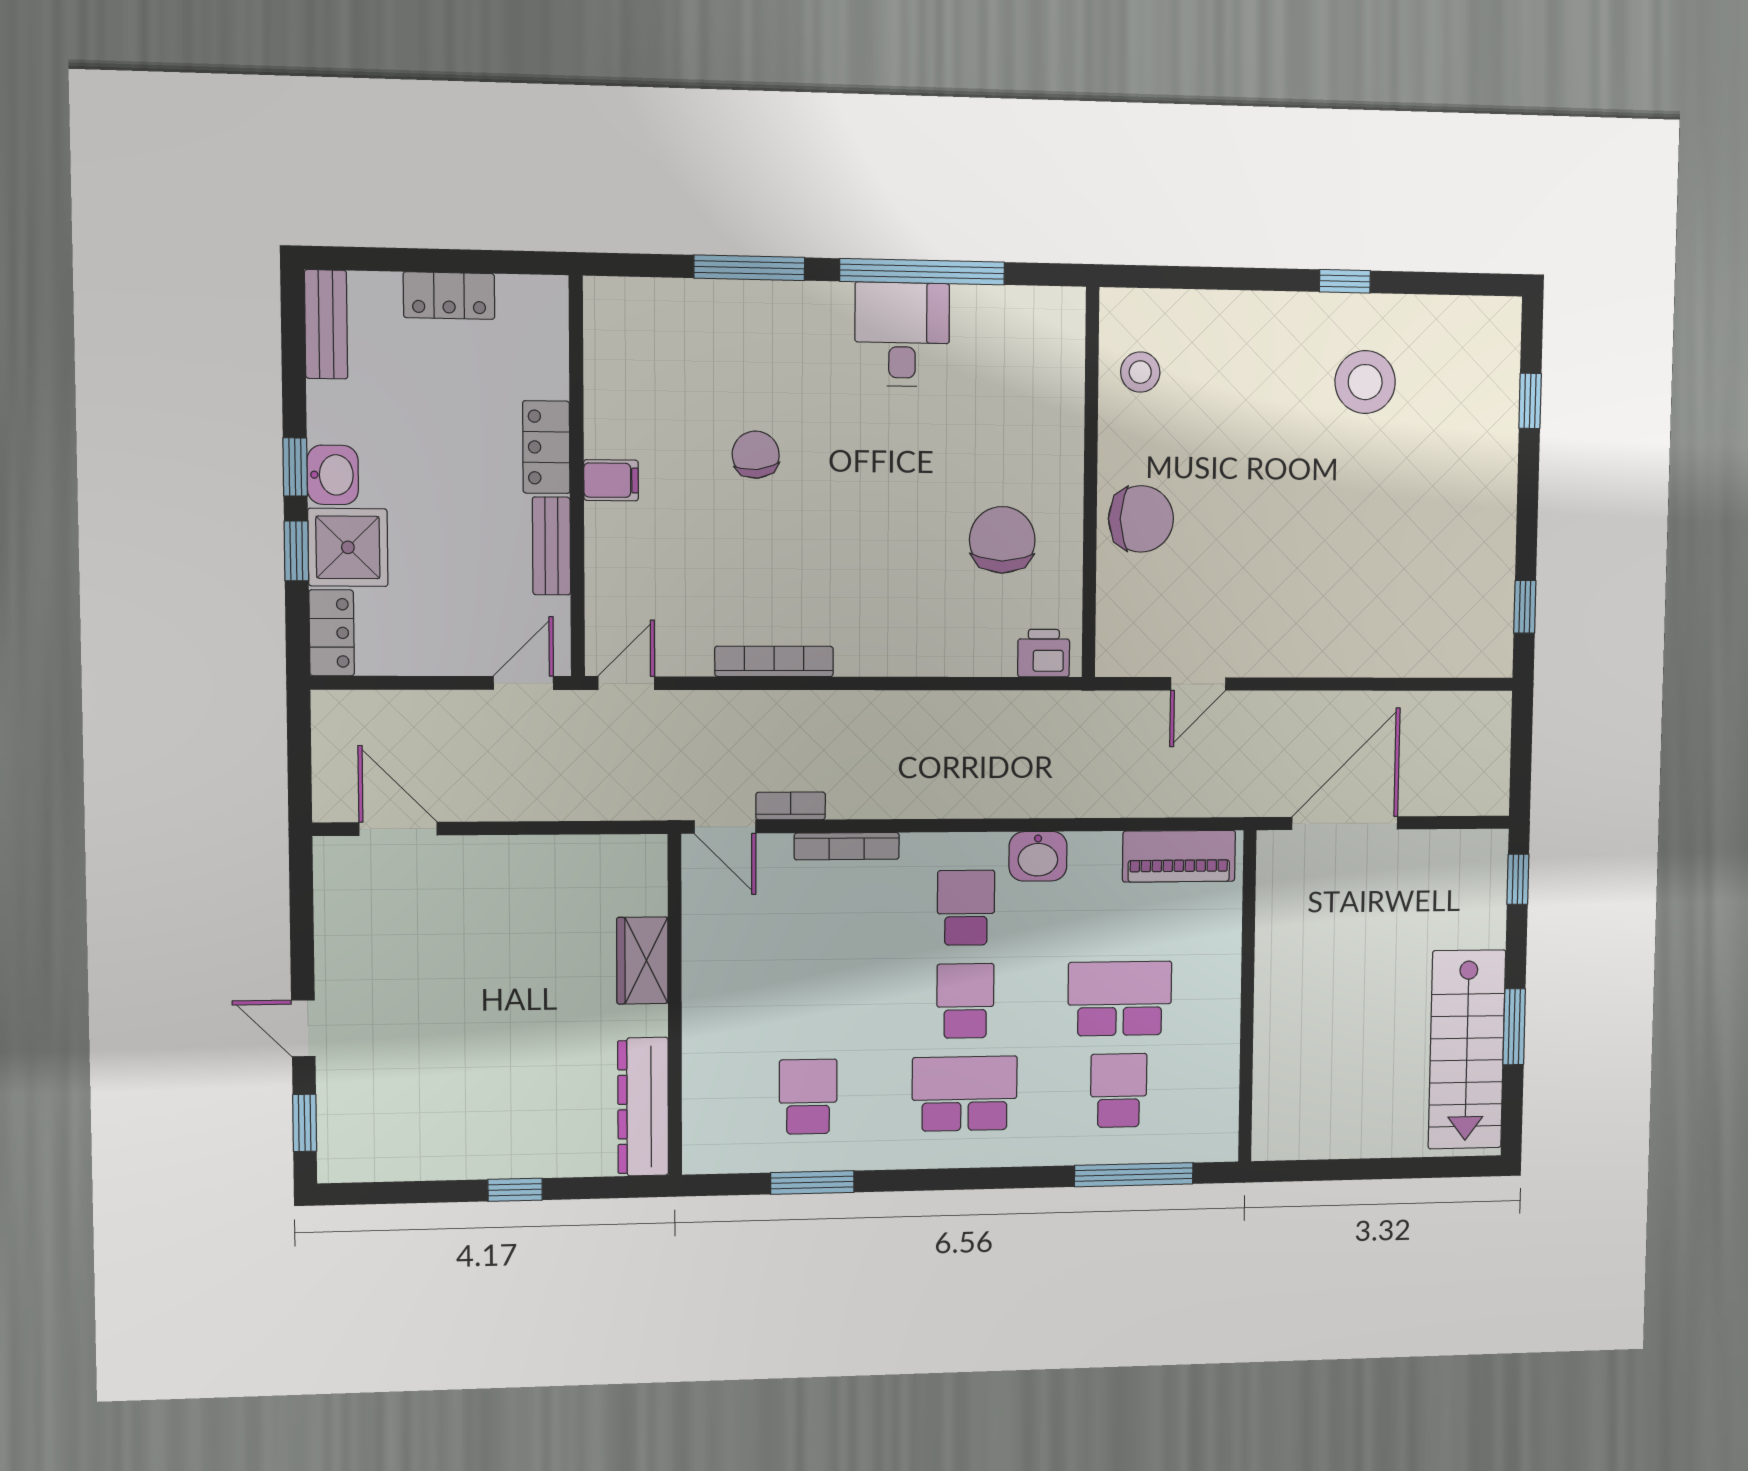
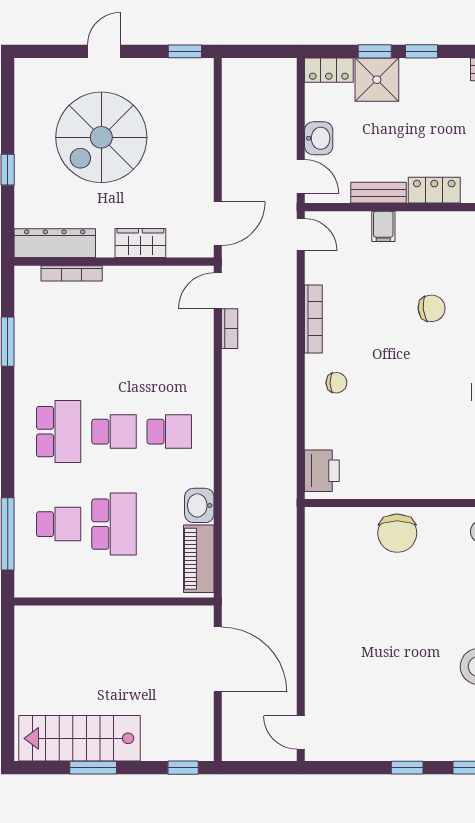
washbasin: (333, 475) -> (319, 138), moved, turned -90
filing cabinet: (611, 480) -> (383, 226), moved
chair: (1002, 540) -> (336, 383), moved, width x0.54, depth x0.54
window: (1525, 607) -> (407, 768), moved
printer: (1044, 653) -> (322, 471), width x1.36, depth x1.24
door: (1198, 684) -> (301, 733), moved
door: (398, 829) -> (218, 224), moved
bookcase: (847, 846) -> (72, 273), moved, turned -90
washbasin: (1038, 856) -> (199, 505), moved
spiral stairs: (457, 1030) -> (101, 137), added
school desk: (808, 1097) -> (59, 339), removed
window: (305, 1123) -> (185, 51), moved

